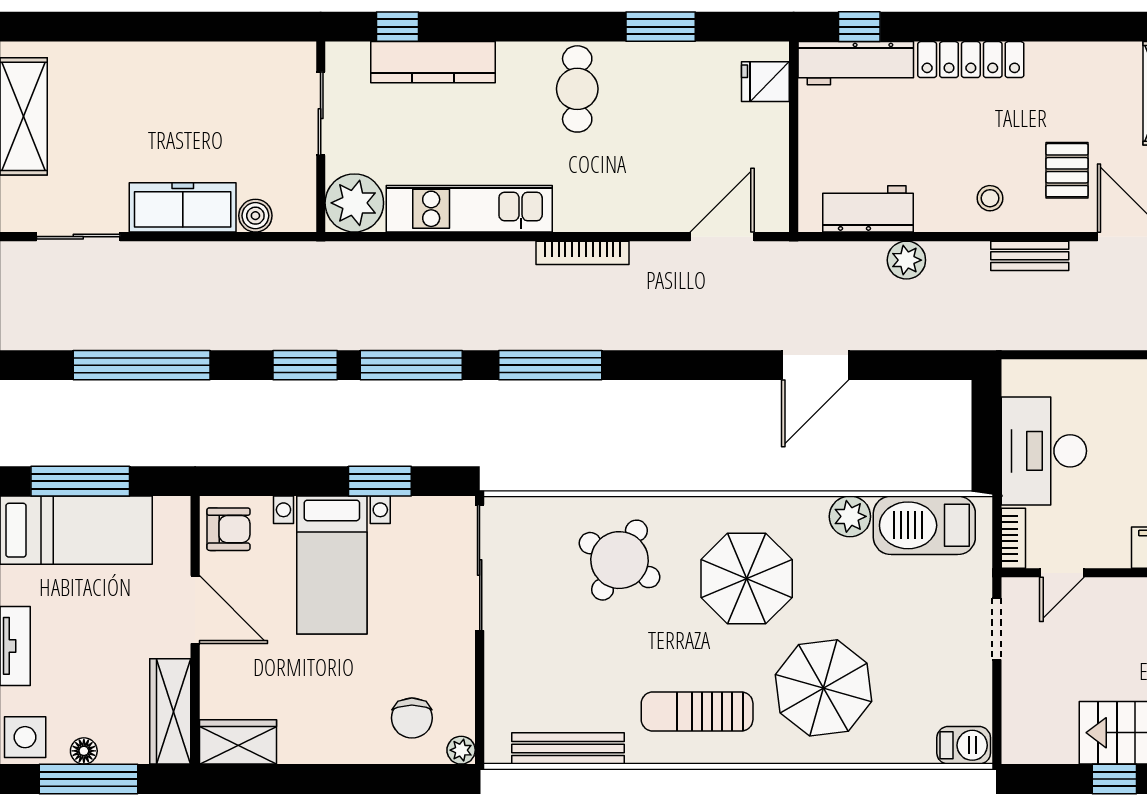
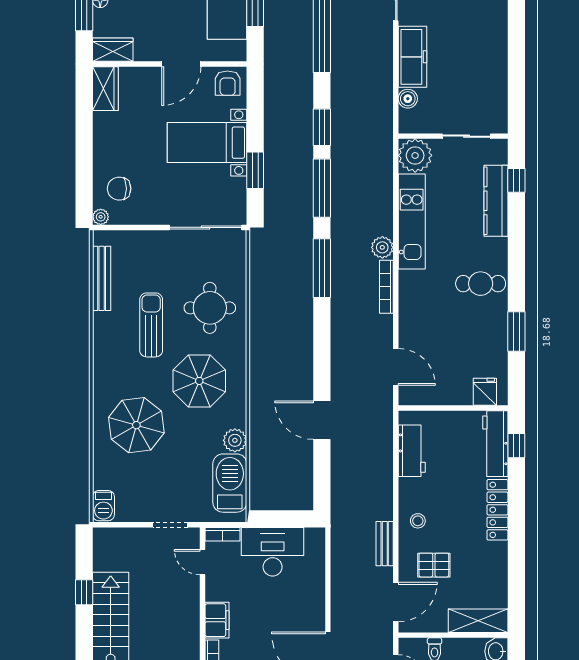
plant: (906, 260) -> (382, 247), moved
round table: (619, 560) -> (210, 308), turned -30
wardrobe: (170, 711) -> (113, 50), width x0.67
sun lounger: (697, 711) -> (151, 325), moved

